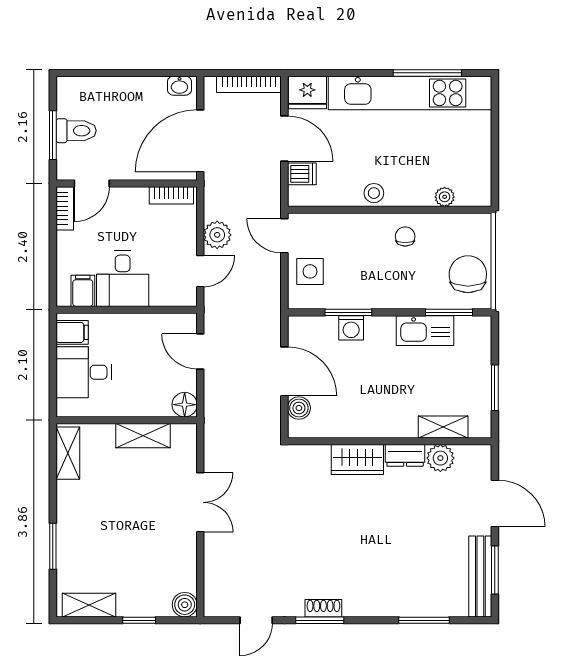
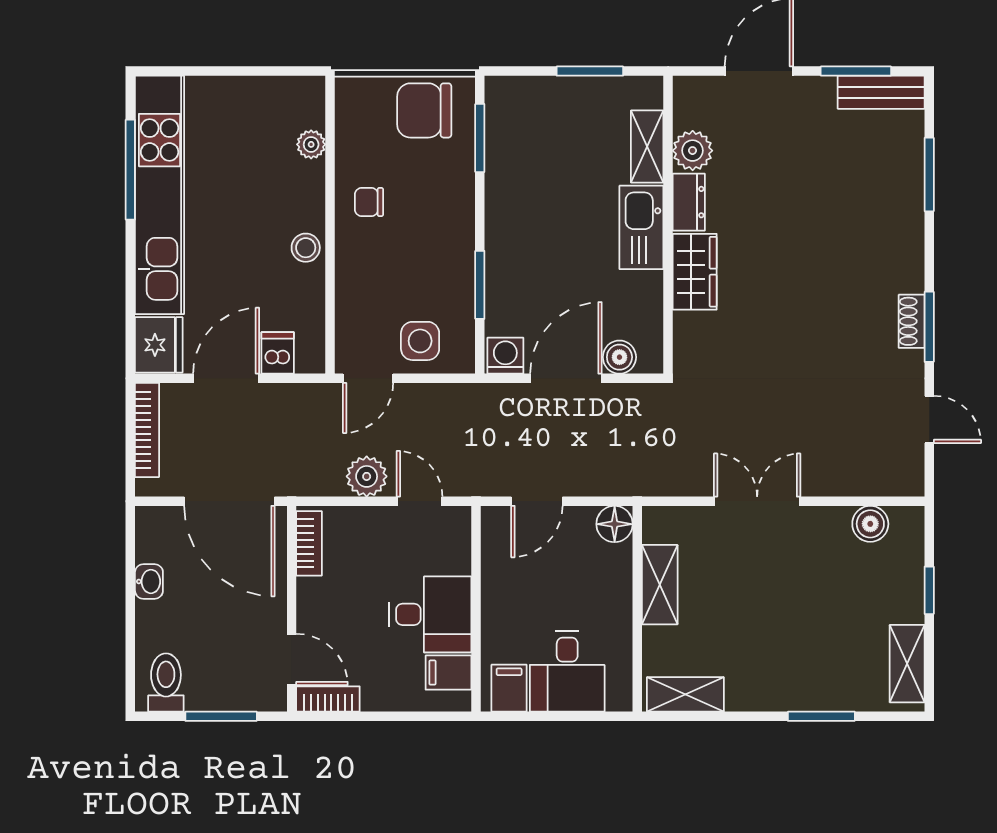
washbasin: (179, 86) -> (149, 581), moved
toilet: (76, 131) -> (166, 683), moved
washing machine: (351, 328) -> (505, 356), moved, turned -90
kitchen sink: (425, 331) -> (641, 227), moved, turned 180
bench: (480, 576) -> (881, 92), width x0.73
boiler: (185, 605) -> (870, 524), moved

